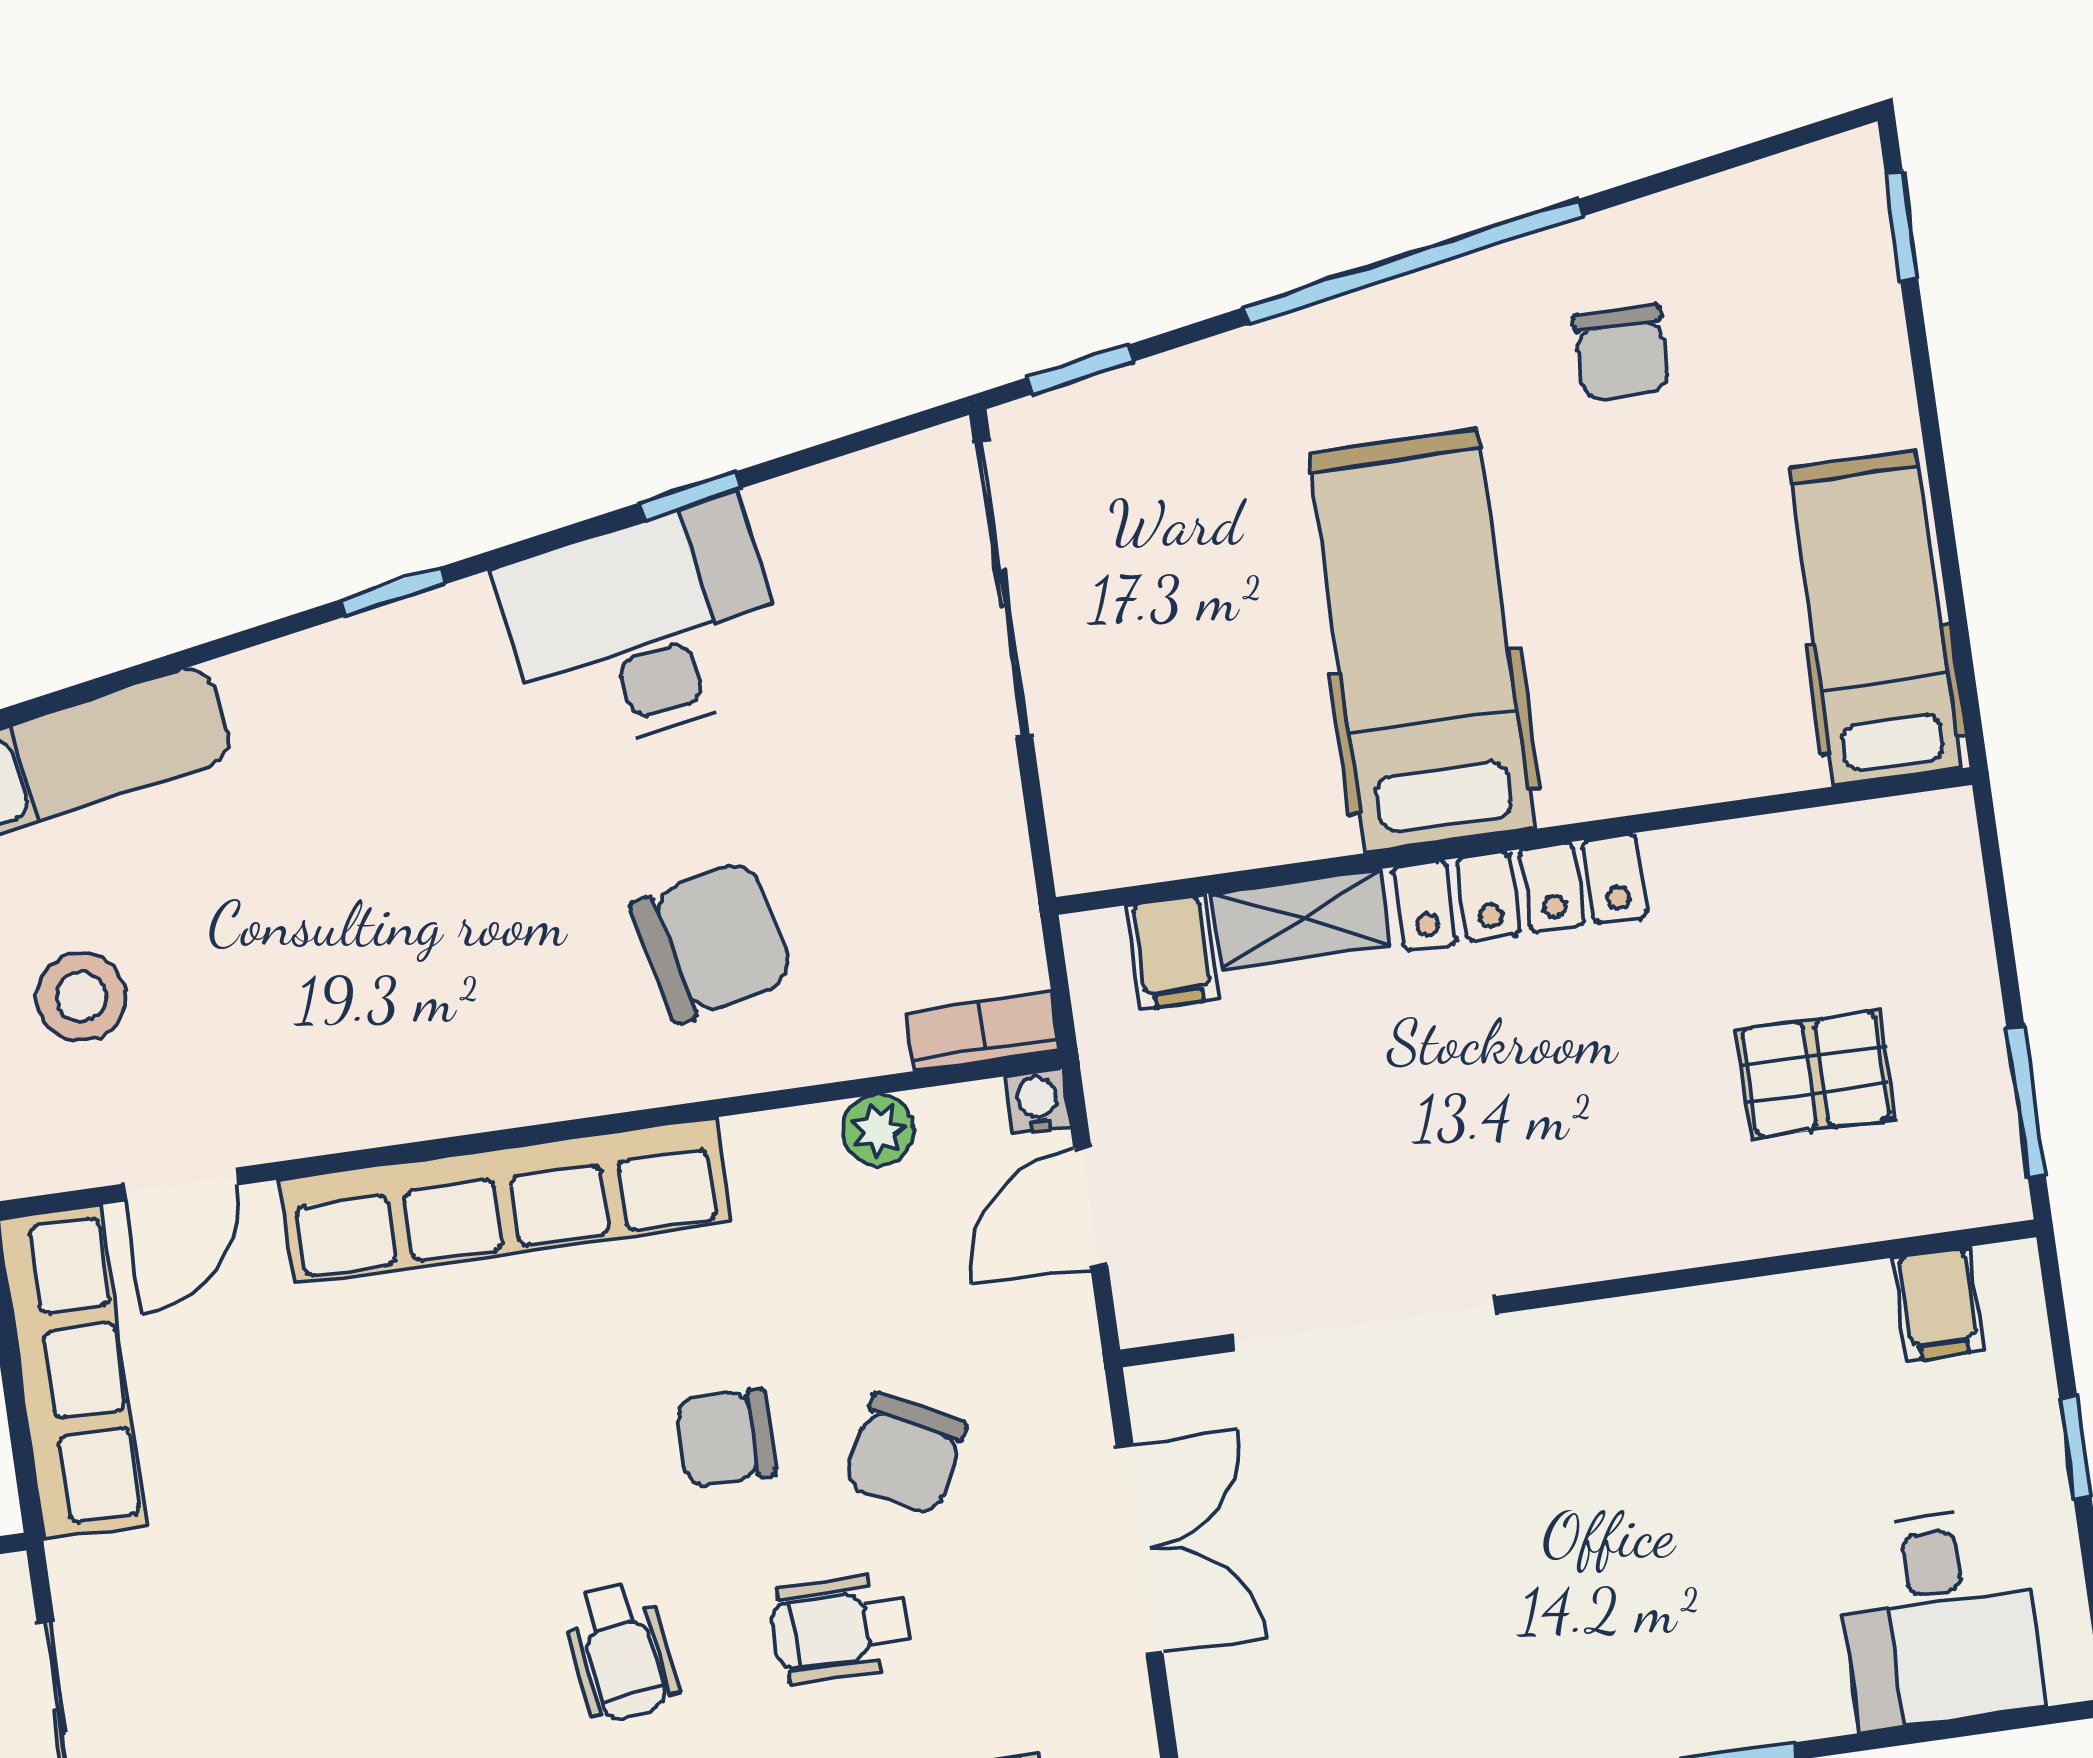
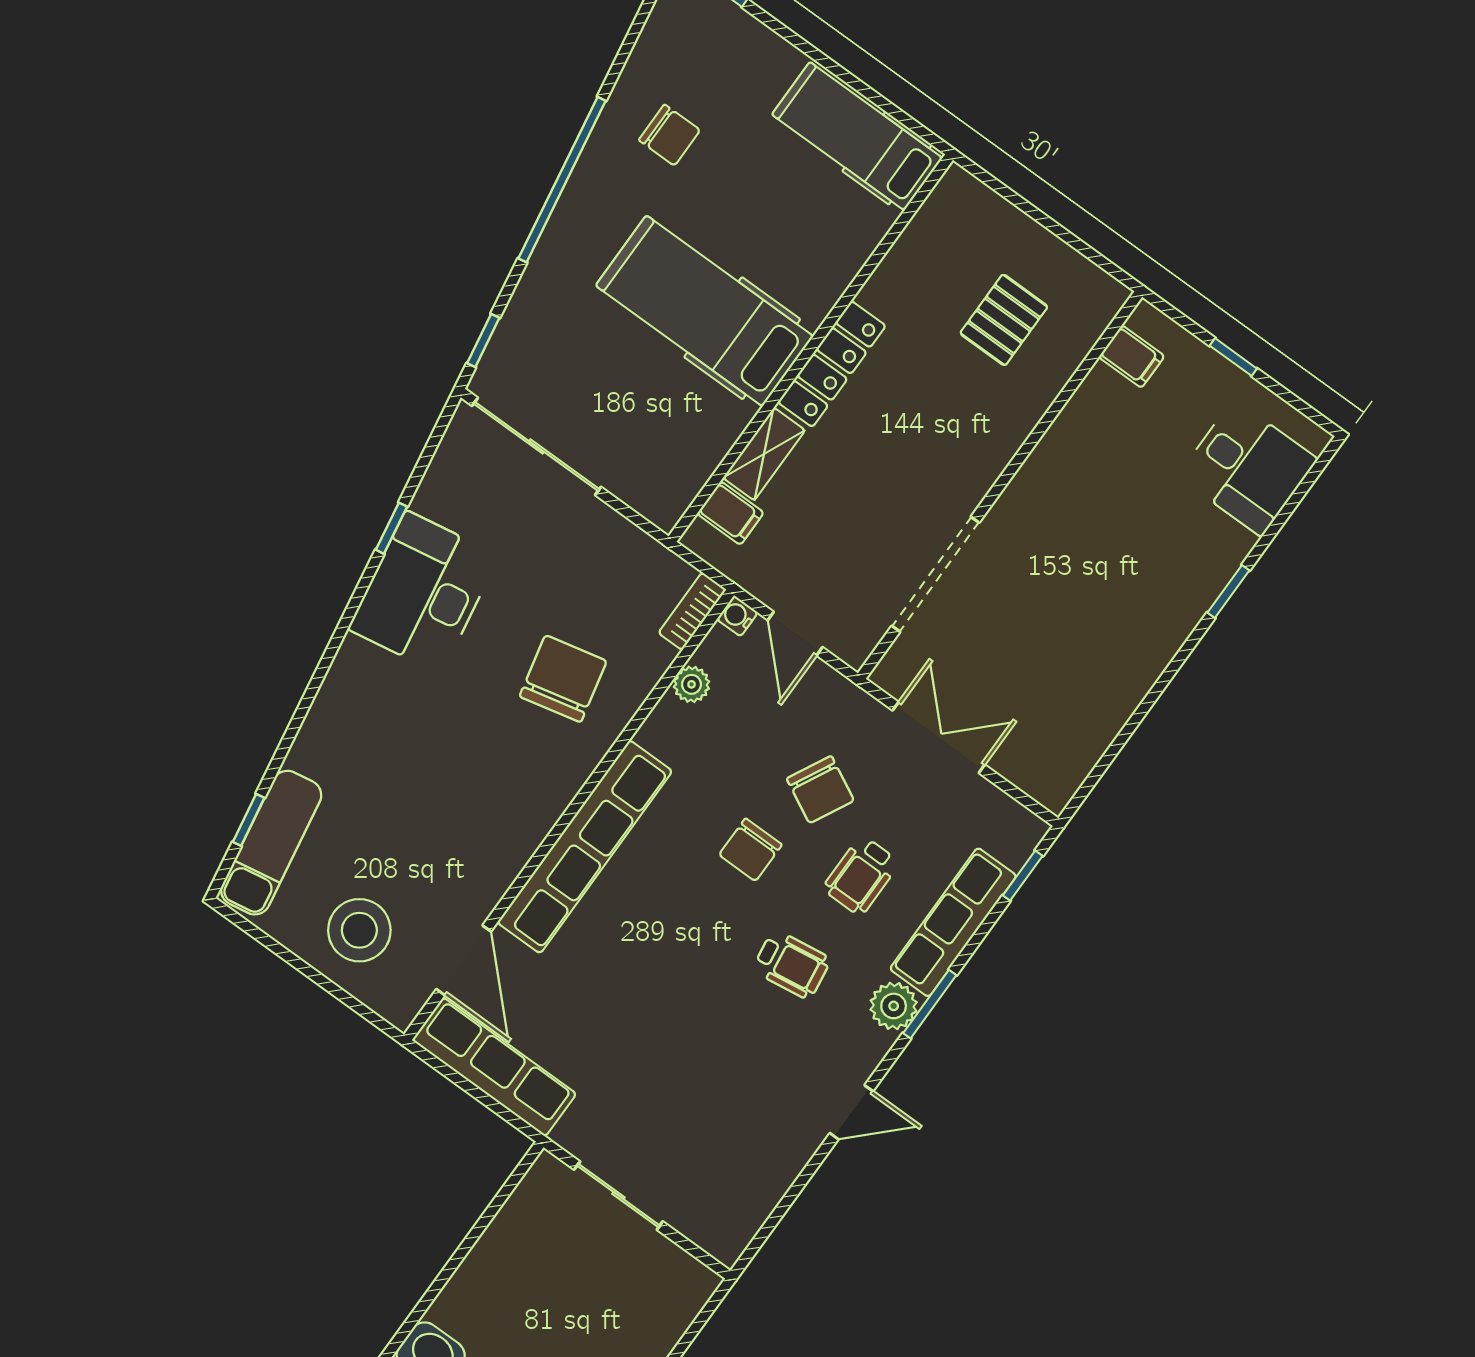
window: (393, 592) -> (249, 820), moved
stool: (81, 997) -> (359, 930), width x1.38, depth x1.38
window: (2026, 1102) -> (1089, 252), removed
door: (181, 1185) -> (464, 960), width x1.38

